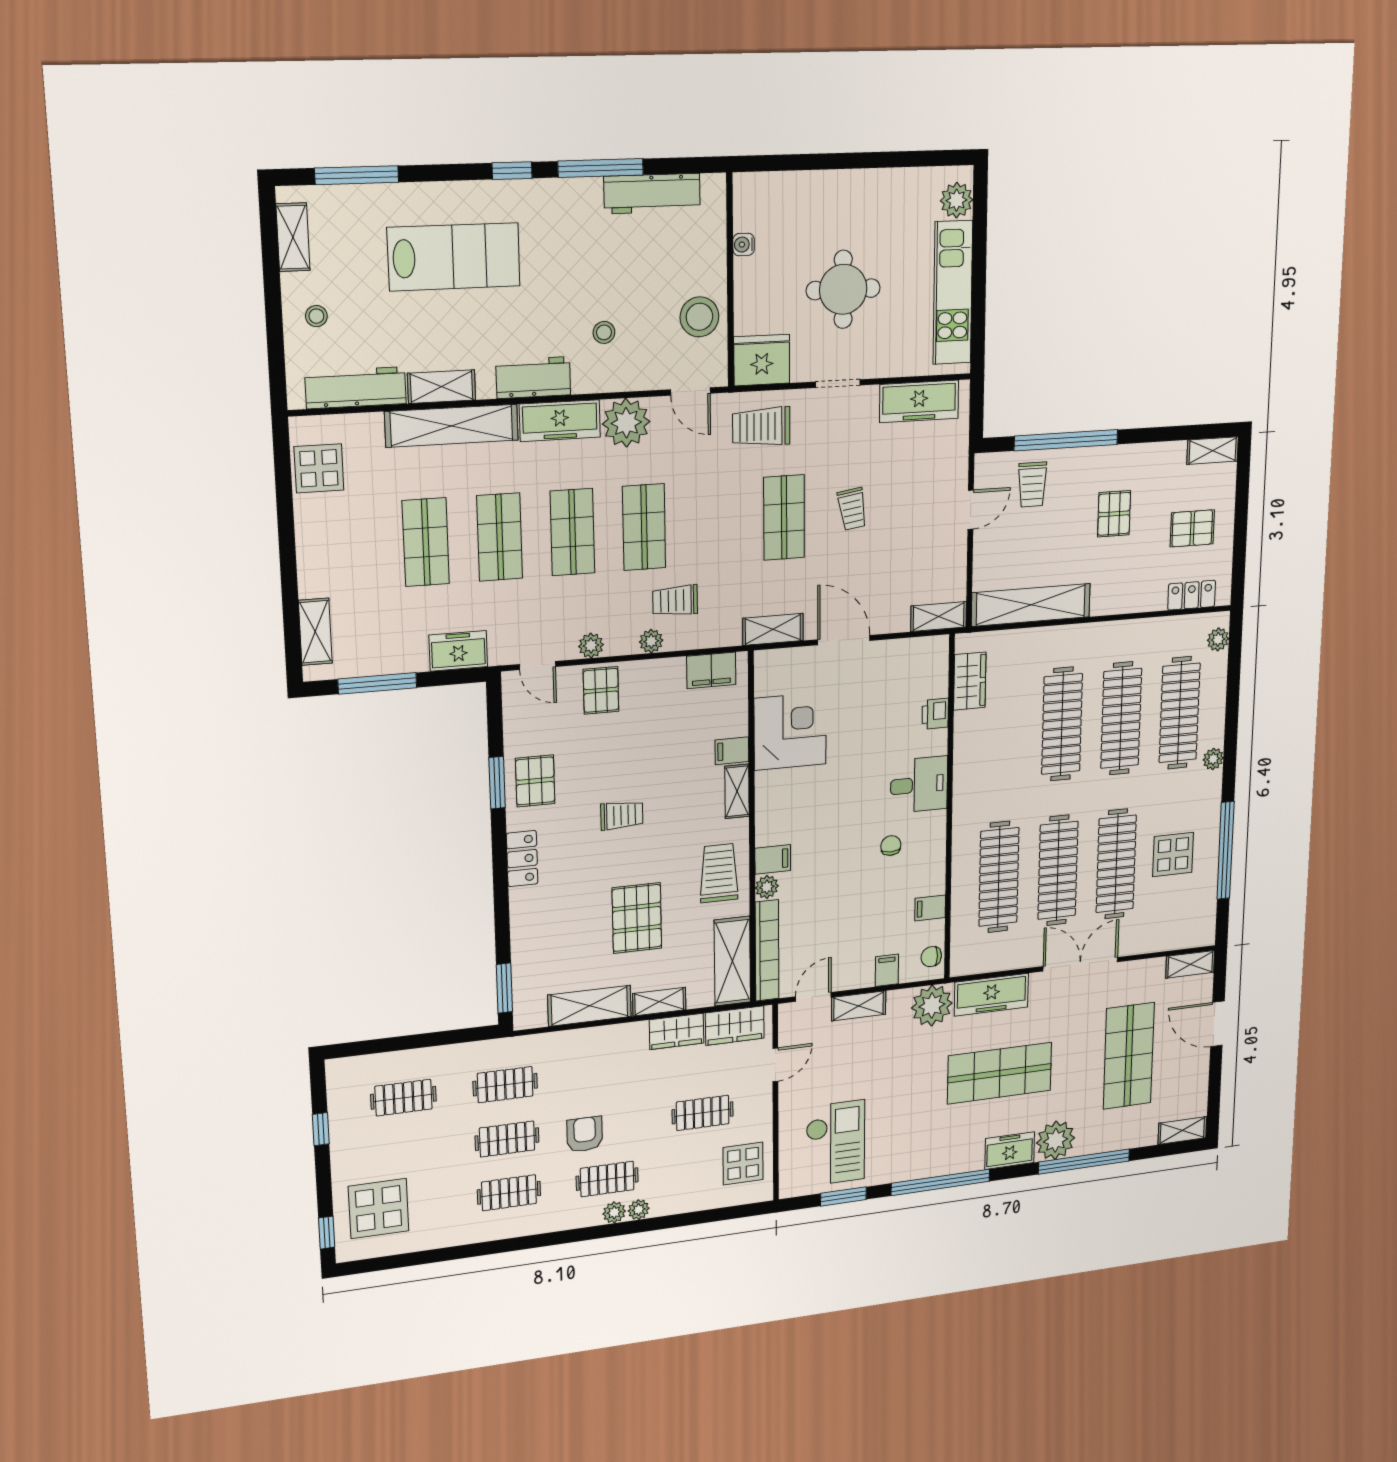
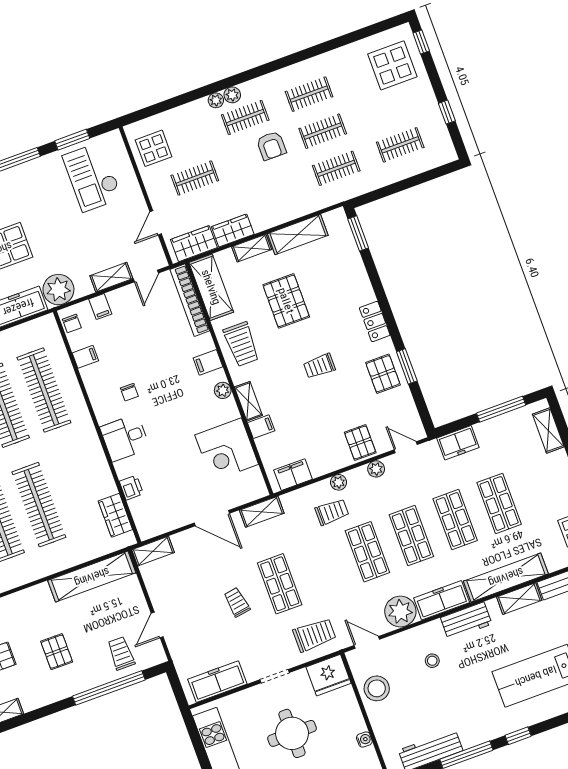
plant: (767, 887) -> (223, 390), moved
chair: (931, 957) -> (72, 323), turned 90

